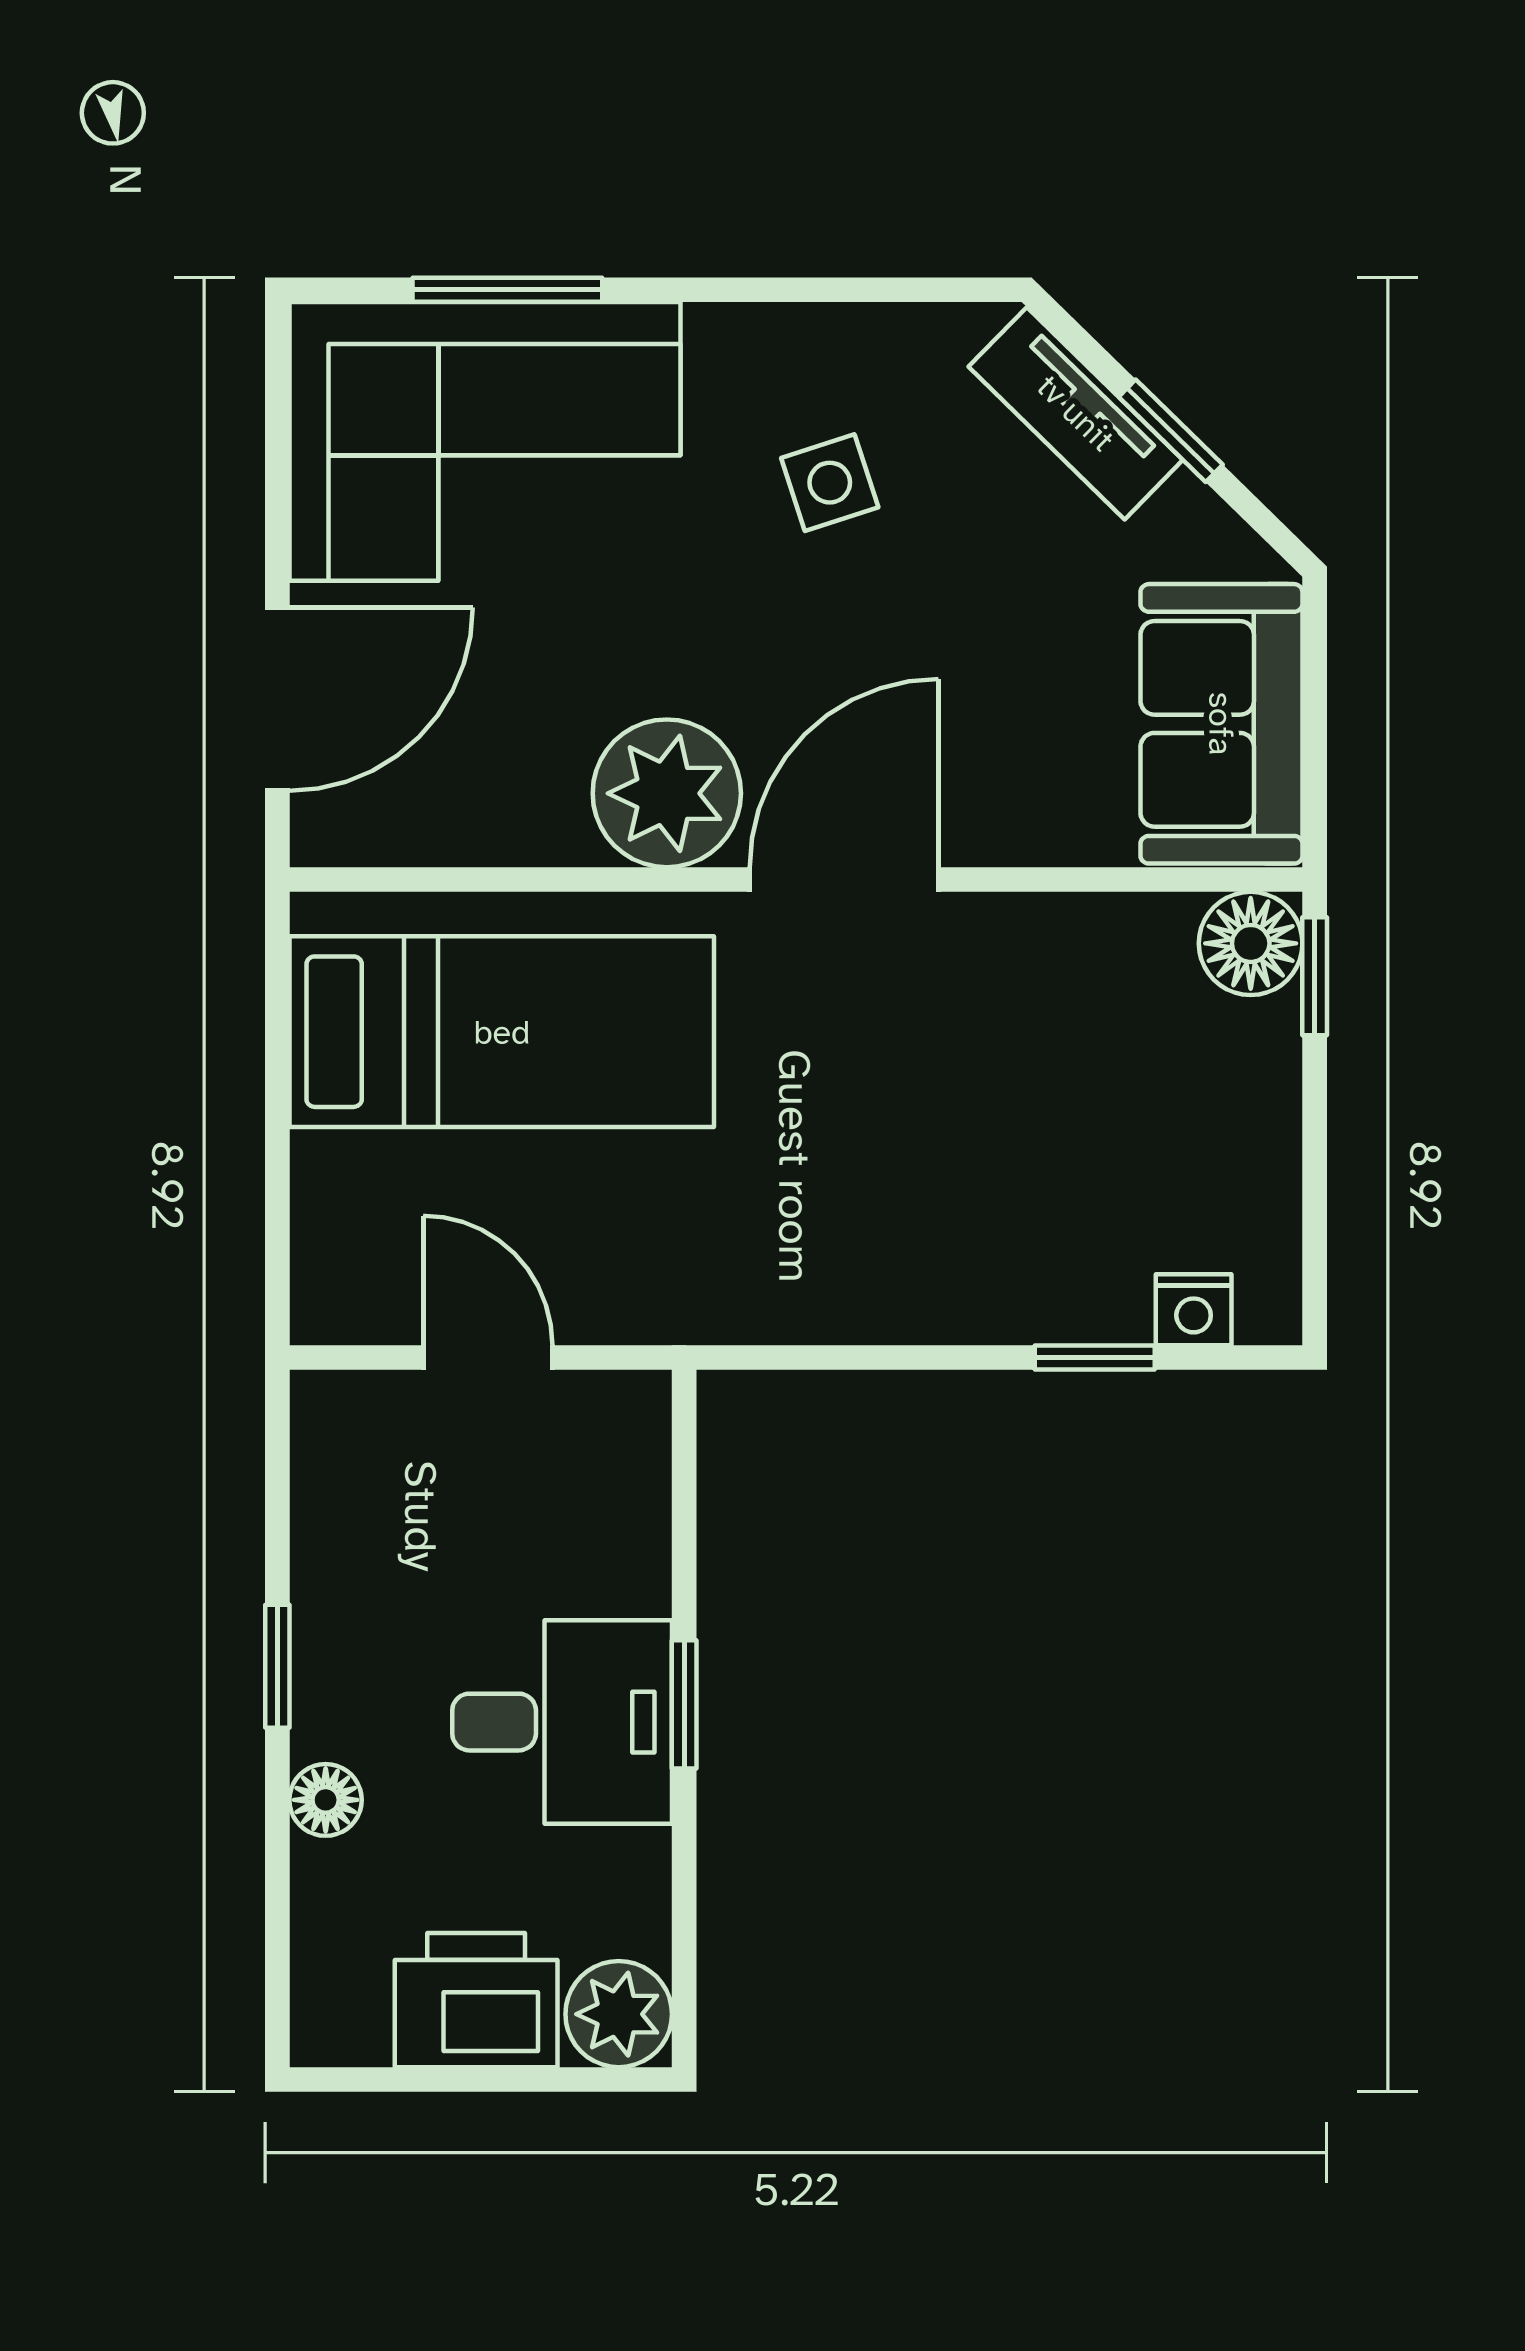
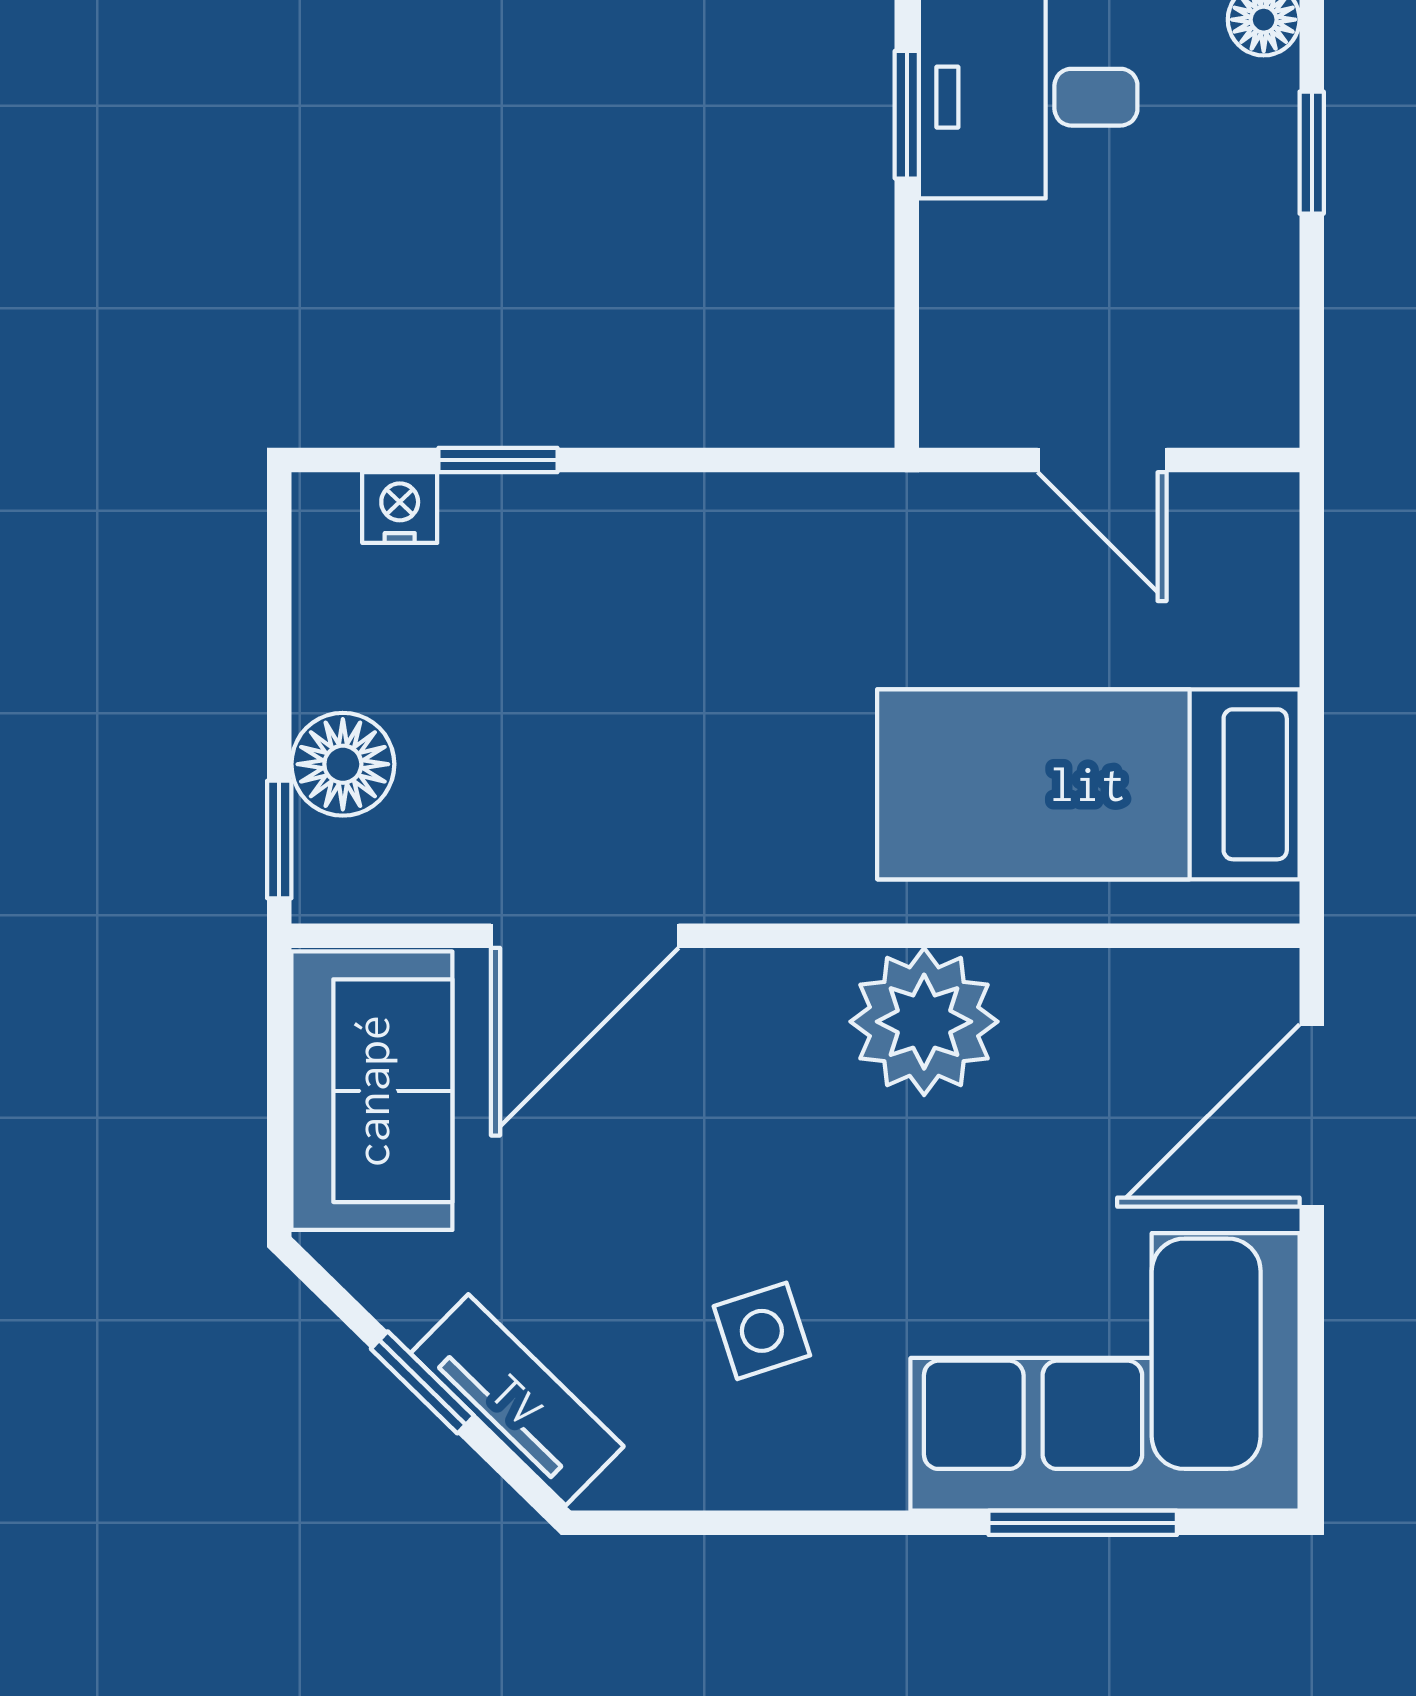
door: (844, 880) -> (585, 936), moved
floor lamp: (1251, 943) -> (343, 764), moved

